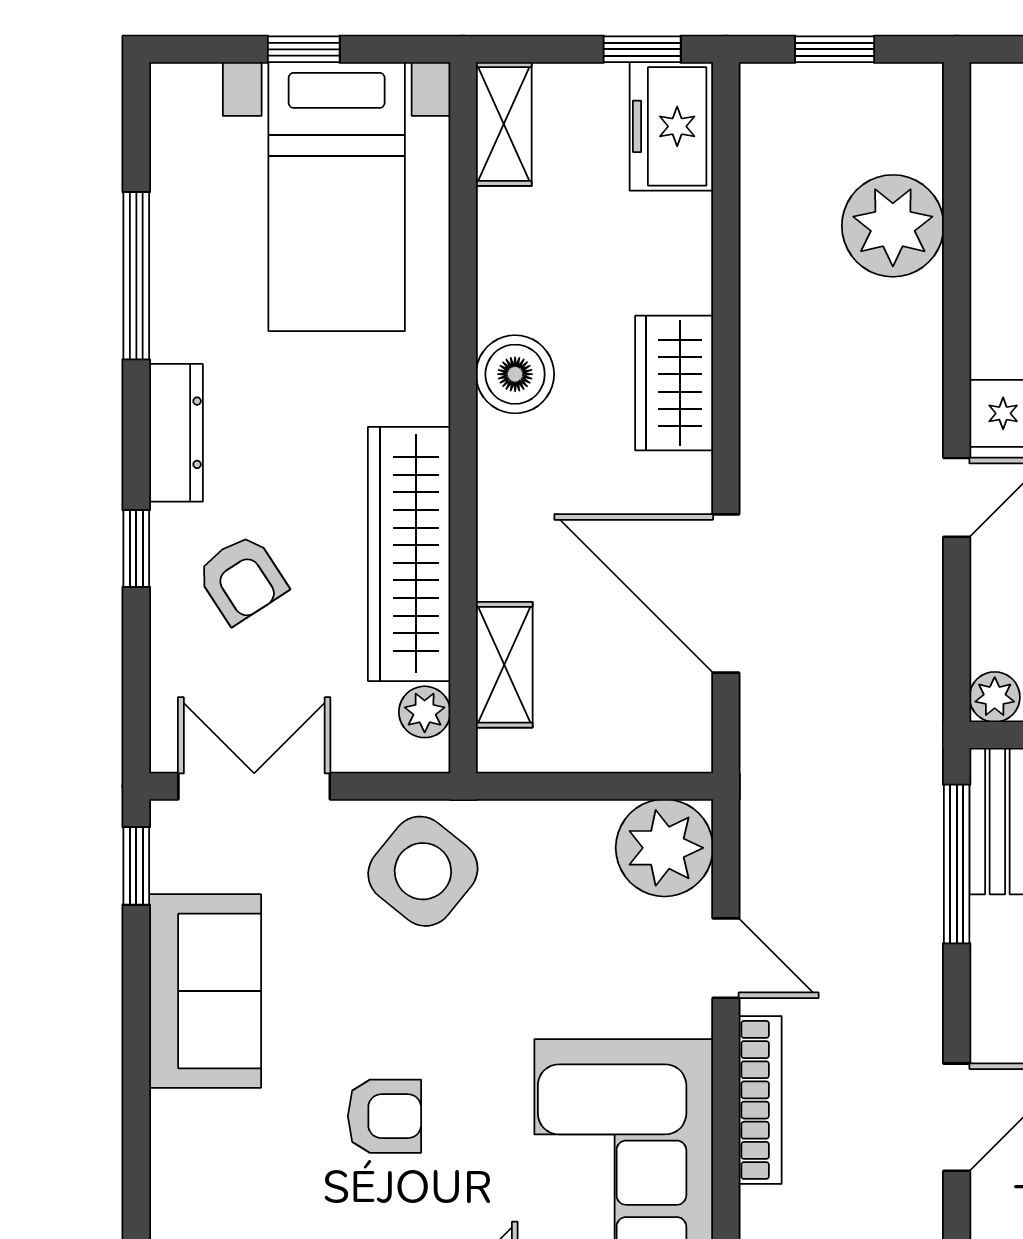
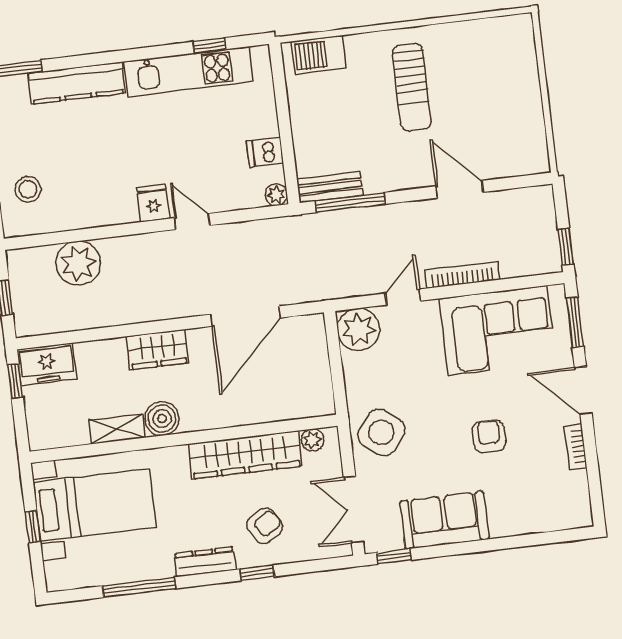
shelving: (504, 124) -> (117, 429), moved
shelving: (504, 665) -> (288, 408), removed

